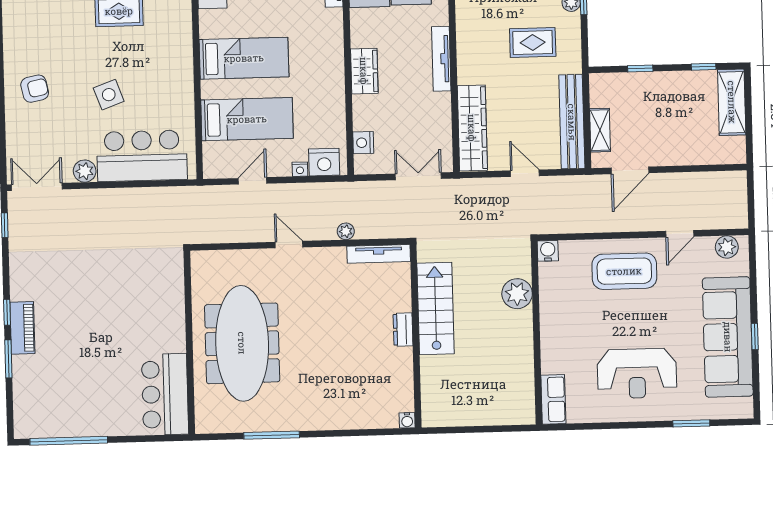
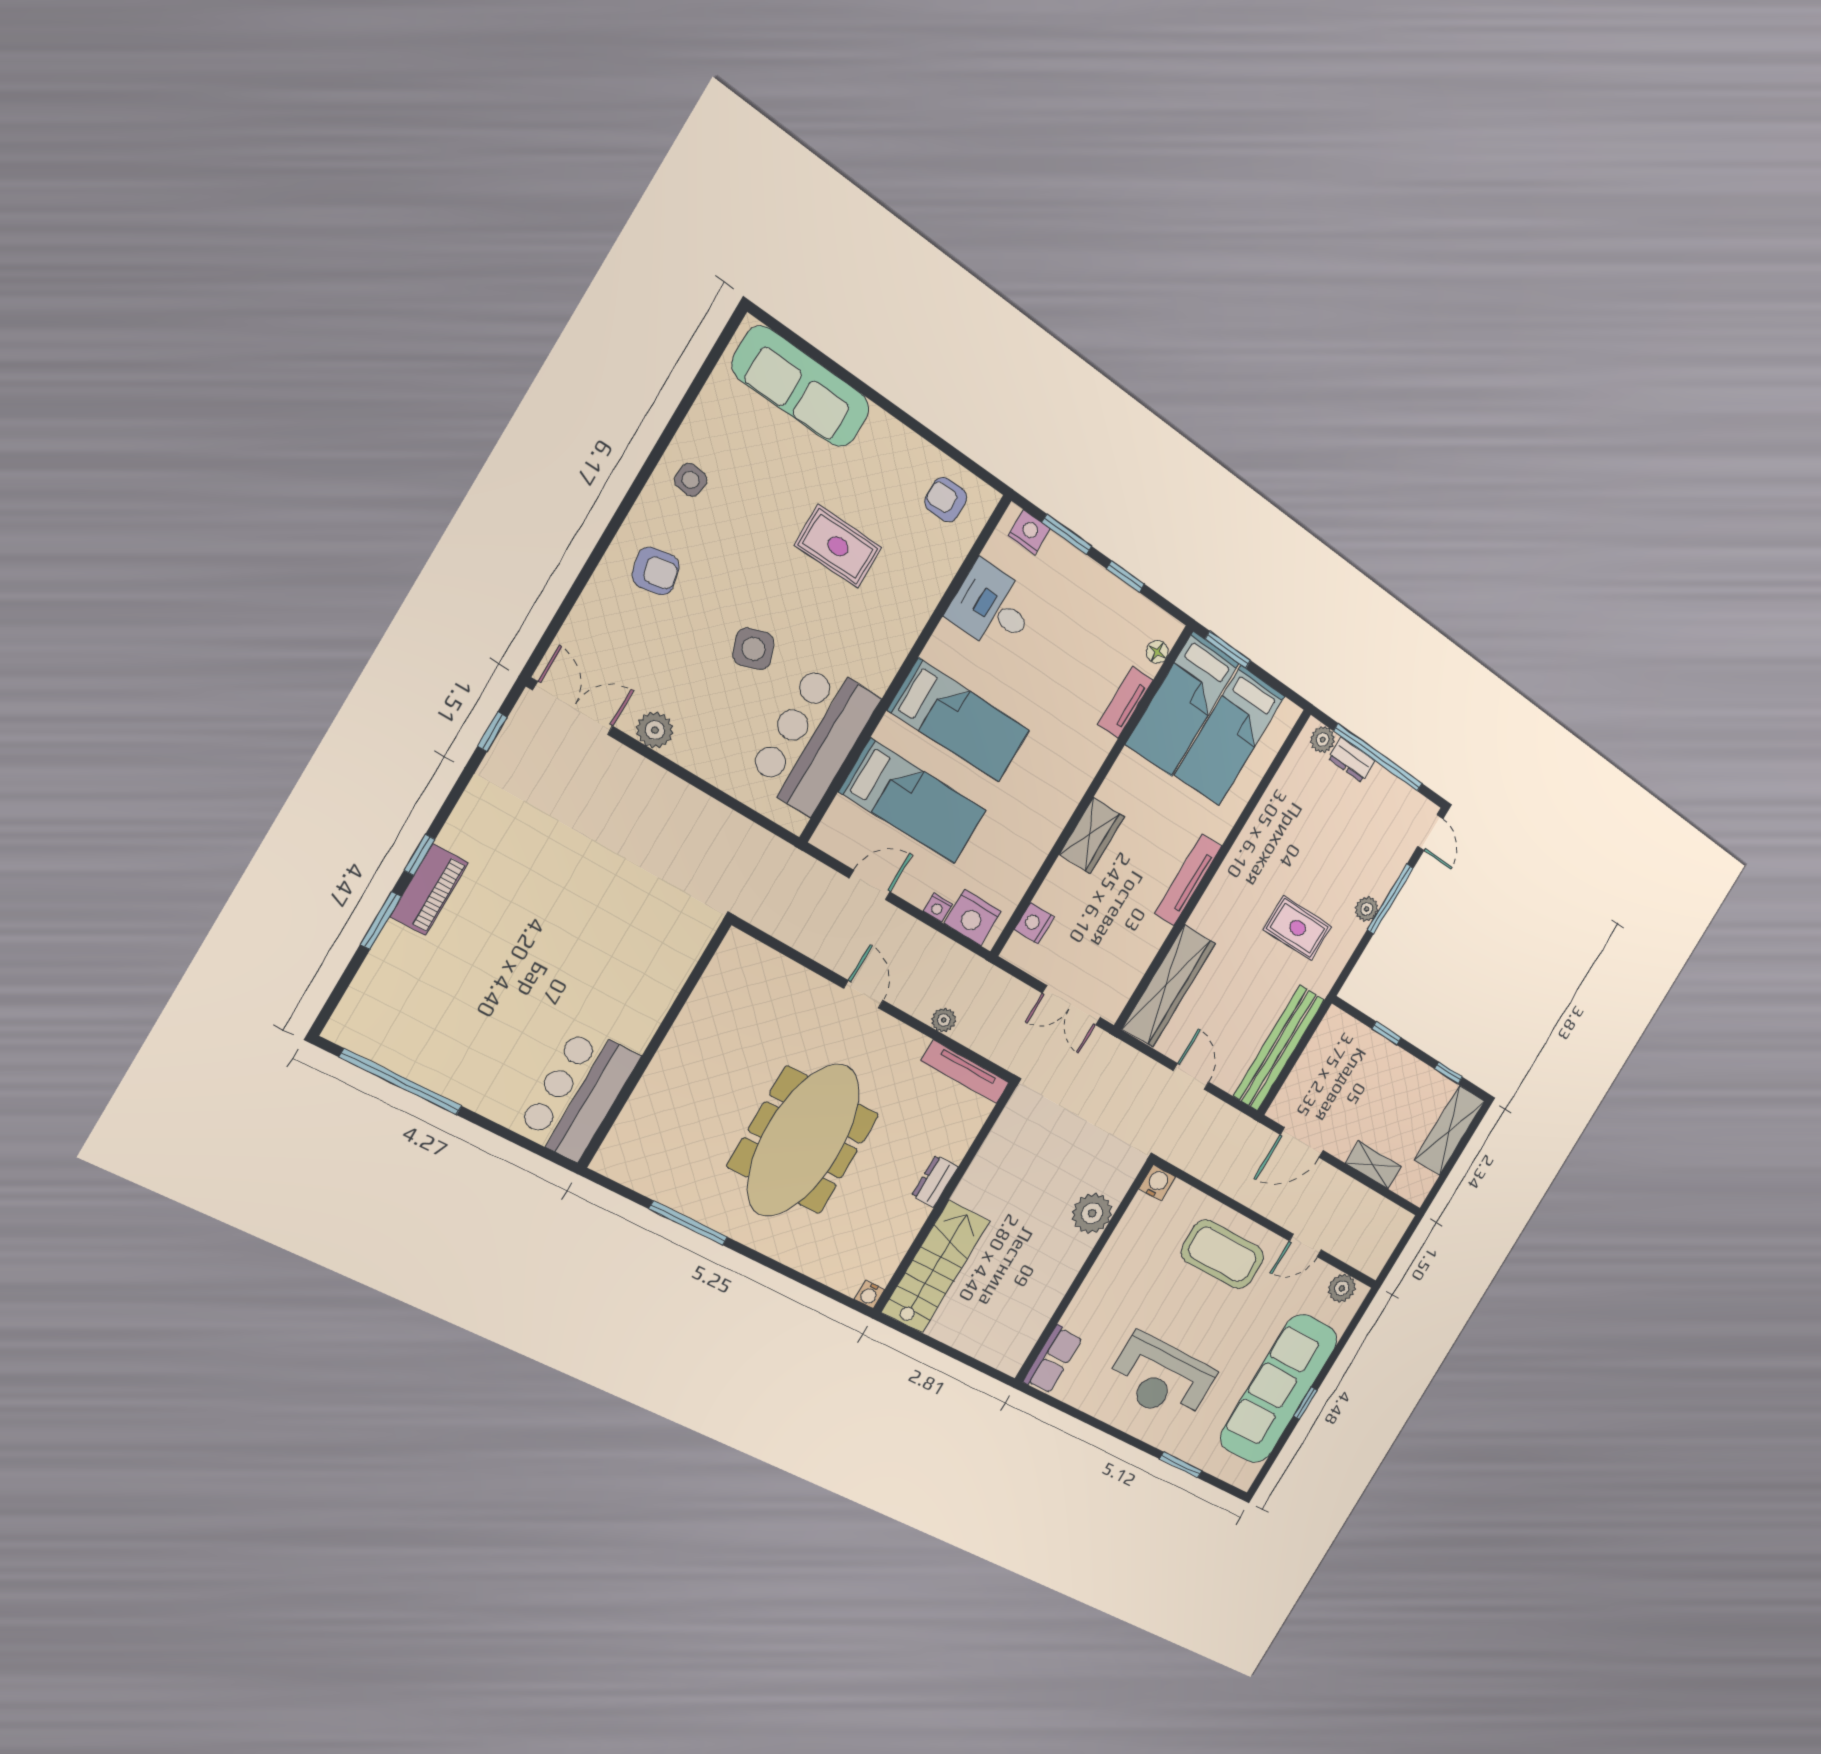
side table: (24, 31) -> (691, 480), added
shelving: (600, 130) -> (1373, 1165), moved, turned 90
bar counter: (142, 156) -> (813, 738), moved, turned -90
double door: (418, 176) -> (1071, 1005), swing flipped
stairs: (436, 309) -> (936, 1267), moved
meeting table: (242, 343) -> (803, 1140), moved

